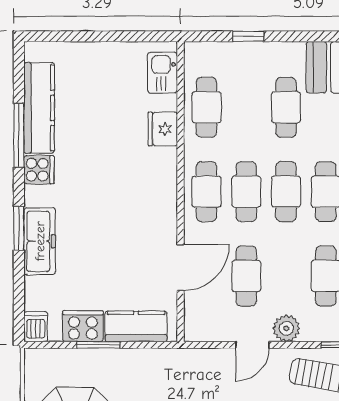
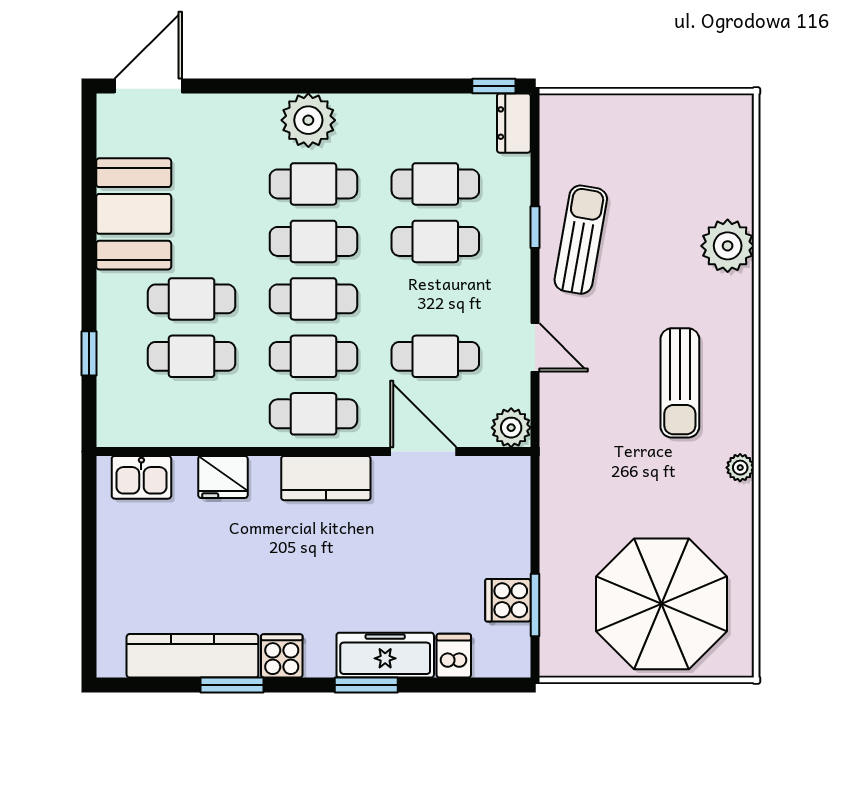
cafe table: (206, 107) -> (192, 356), moved
window: (19, 135) -> (232, 685), width x0.69
cooker: (83, 326) -> (508, 600), width x0.73
kitchen counter: (136, 326) -> (326, 478), moved, turned -90
dishwasher: (36, 327) -> (454, 656), moved, turned 90
plant: (286, 328) -> (511, 428), moved
window: (99, 345) -> (535, 605), moved

